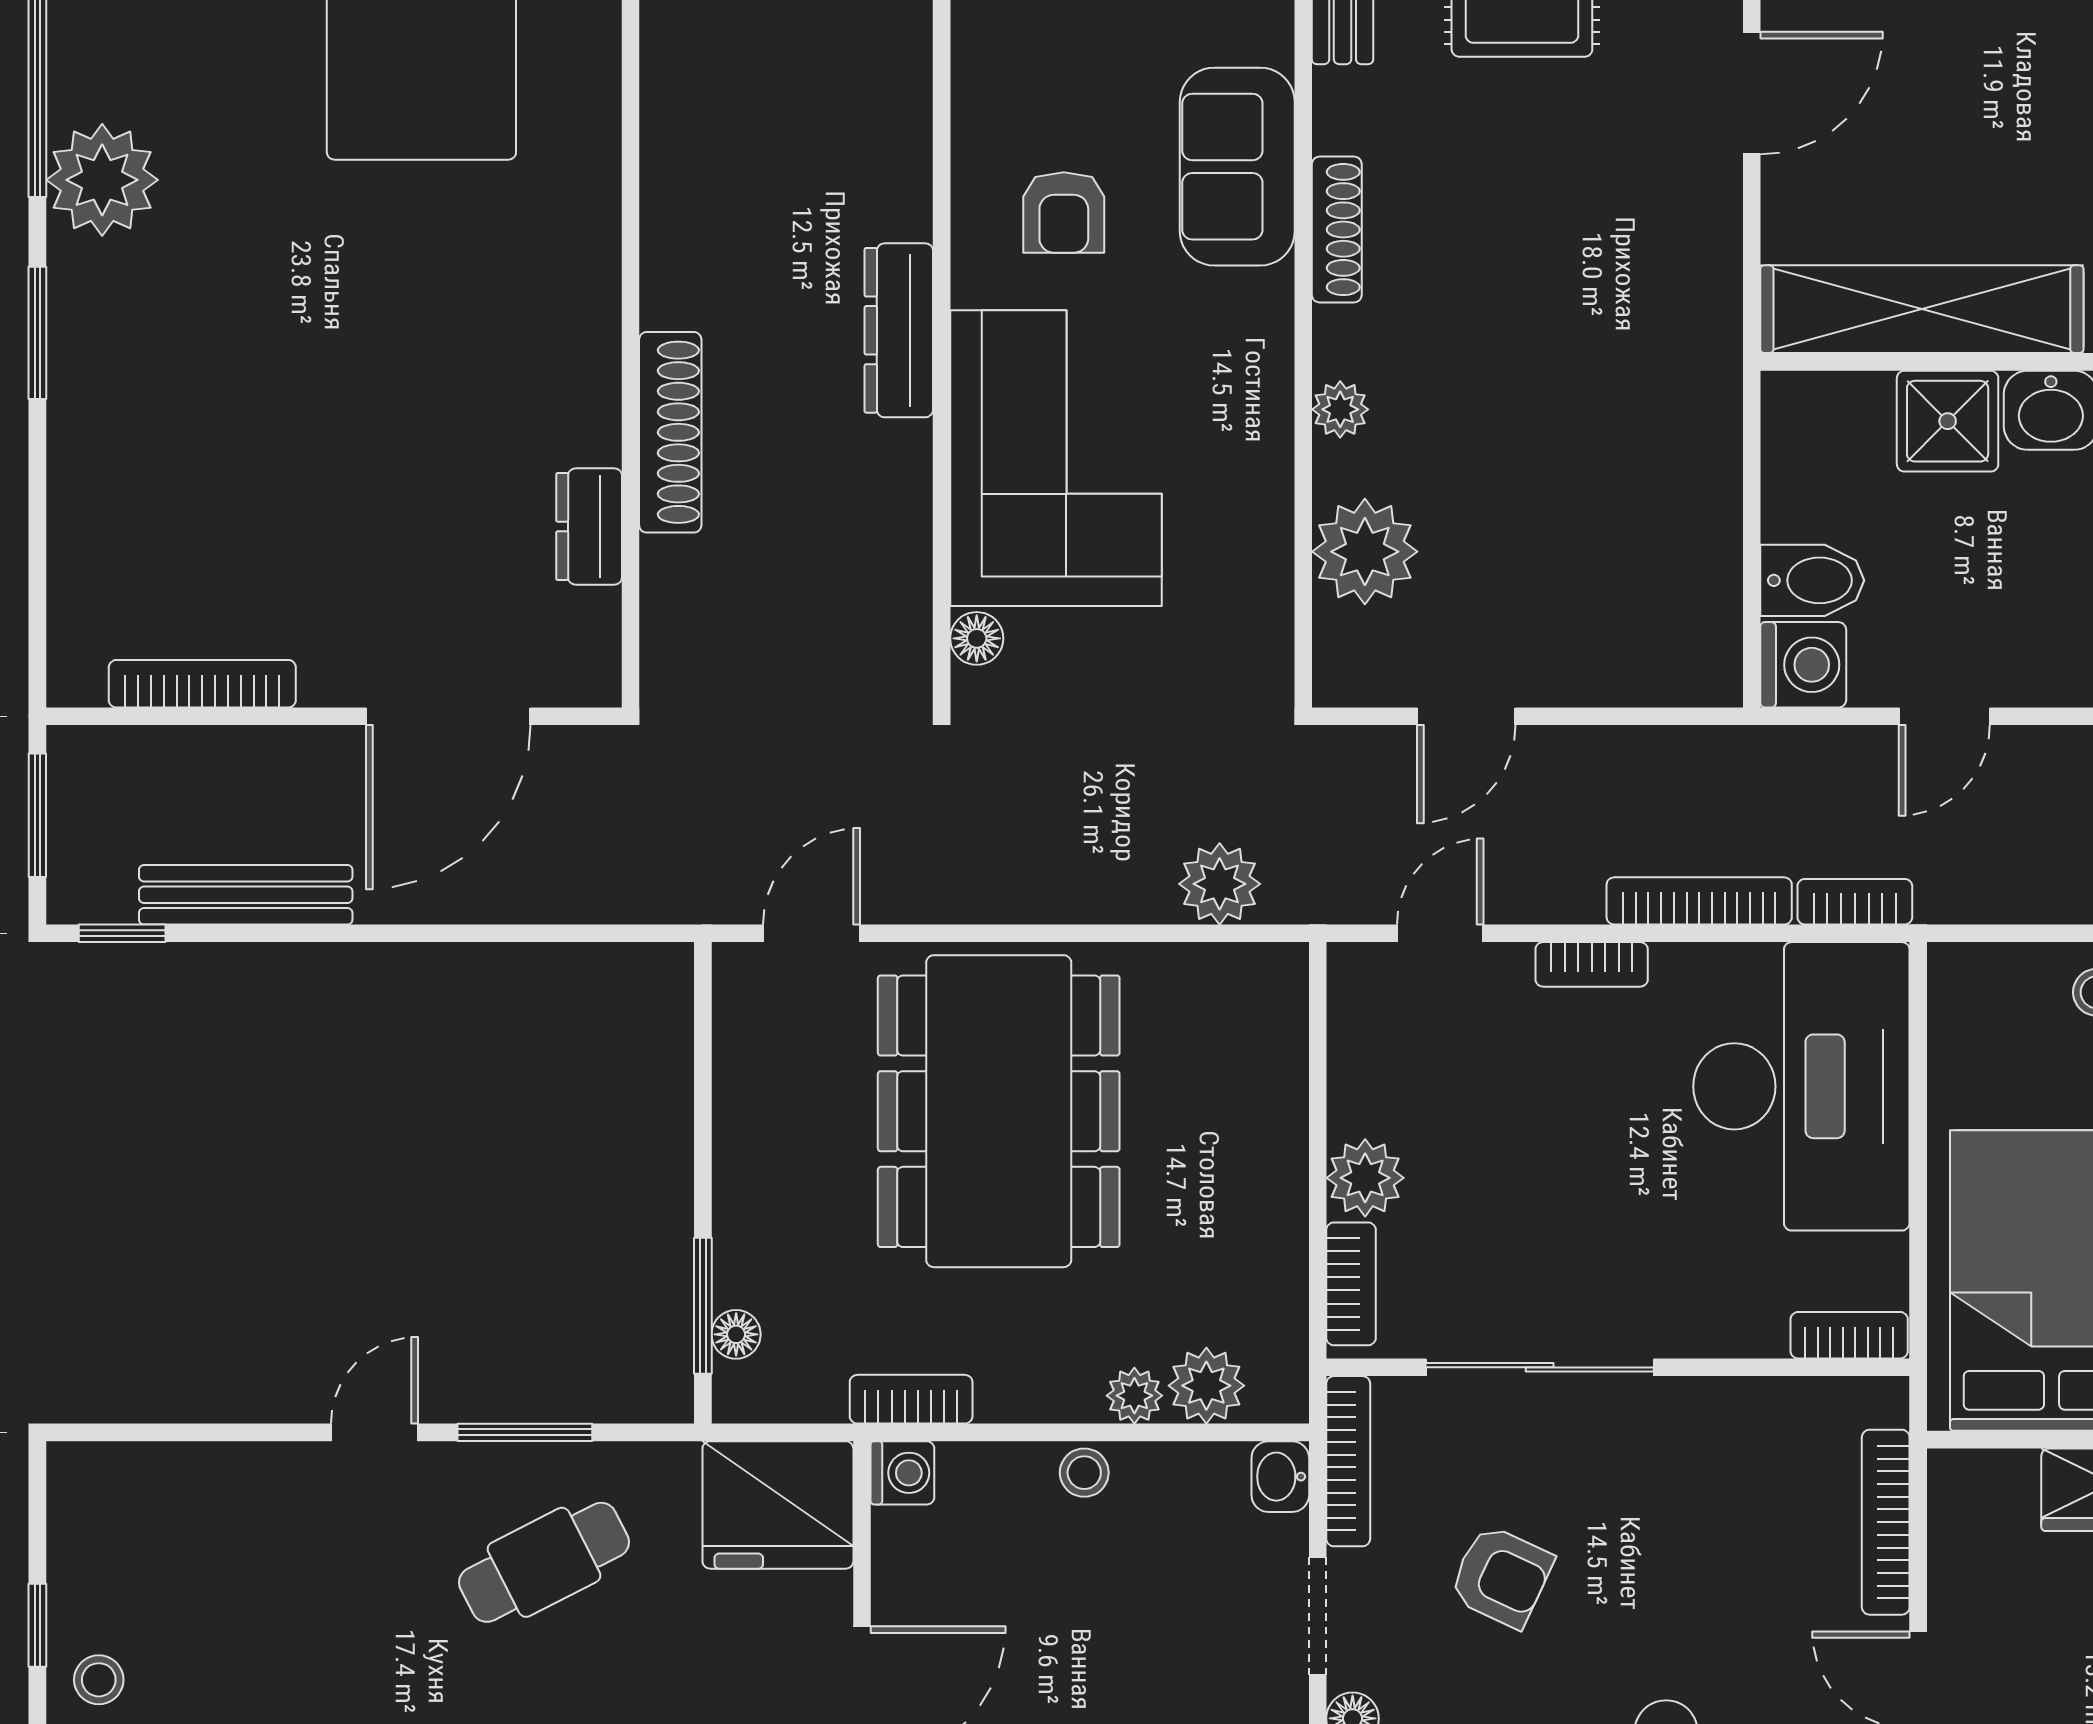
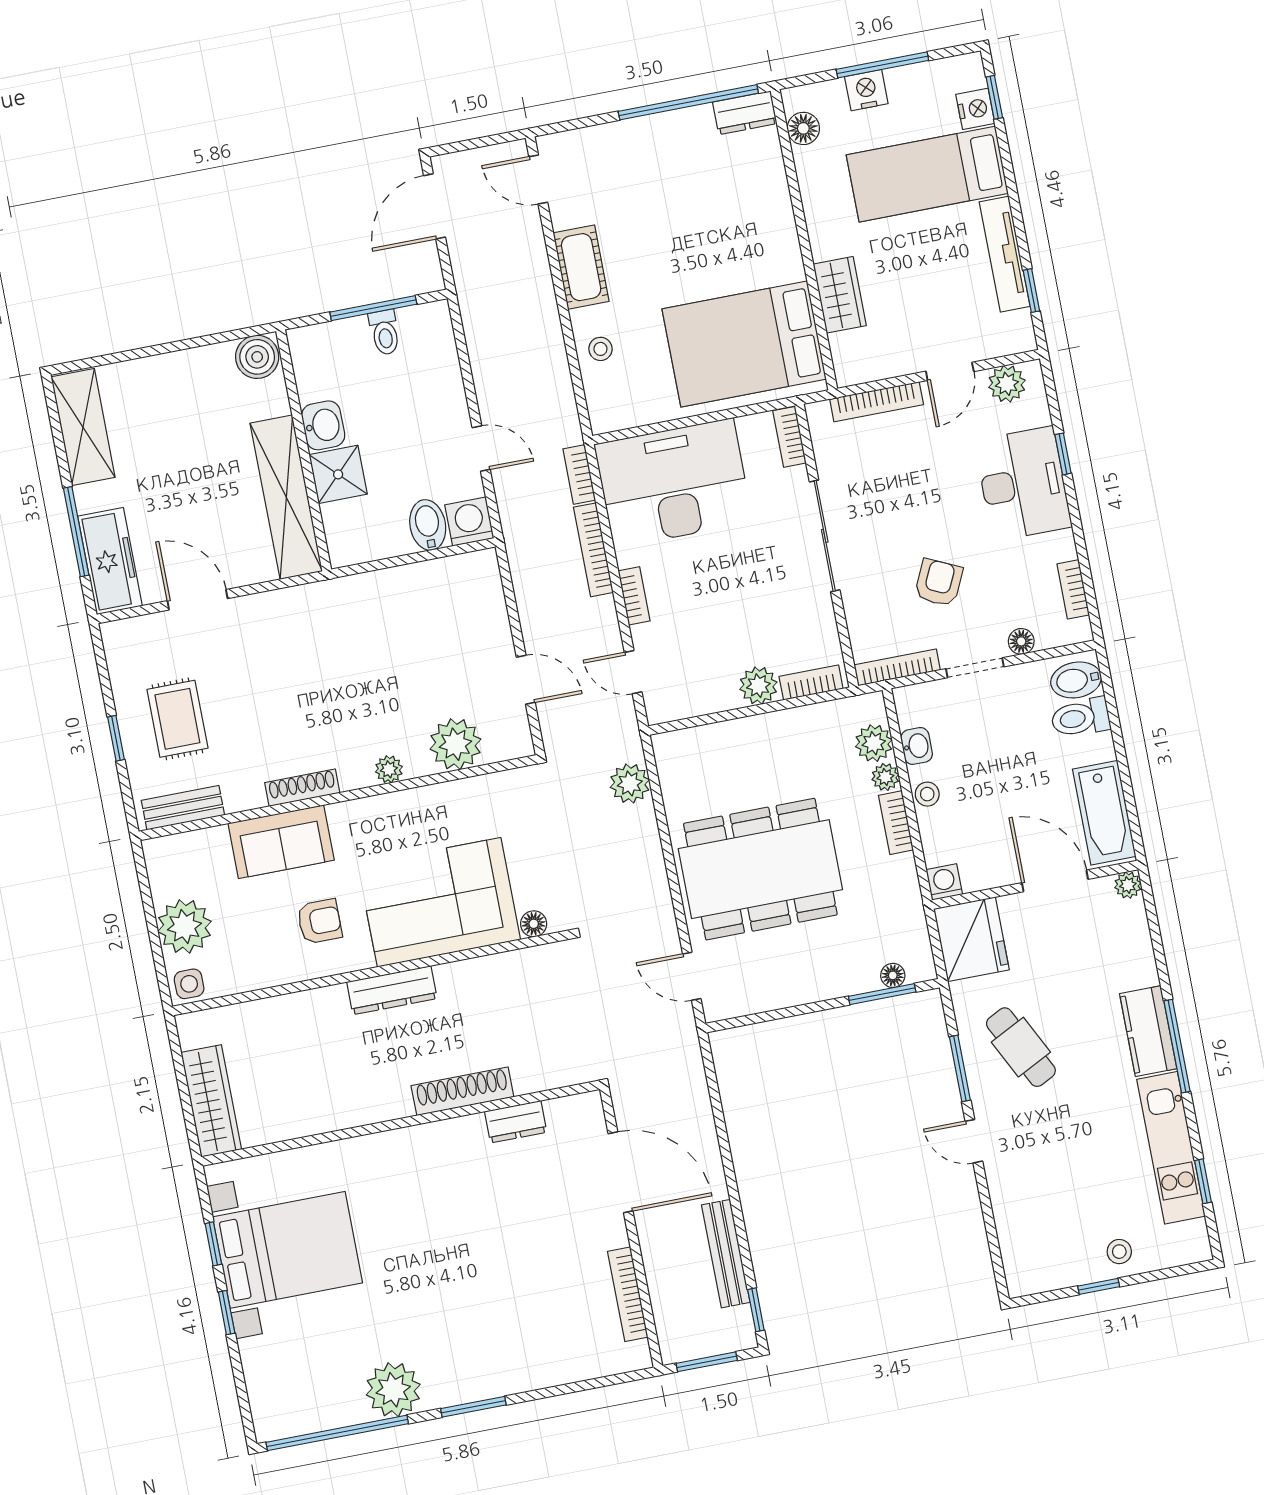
sliding door: (1540, 1367) -> (825, 536), moved
bookcase: (911, 1399) -> (896, 823), moved
washbasin: (1280, 1477) -> (917, 746), moved, turned -90

